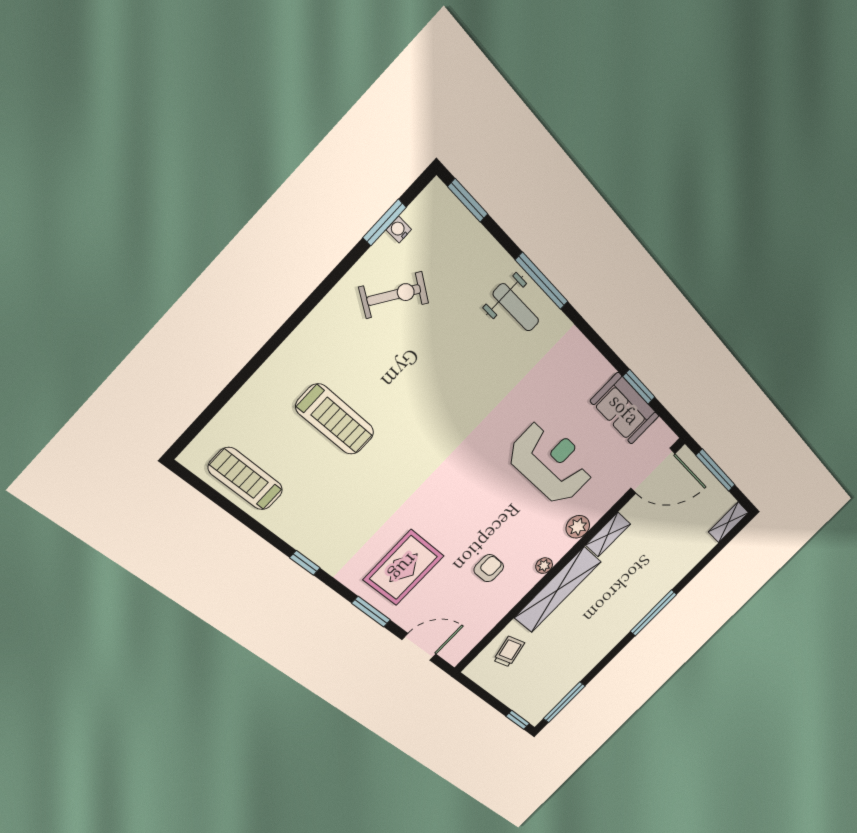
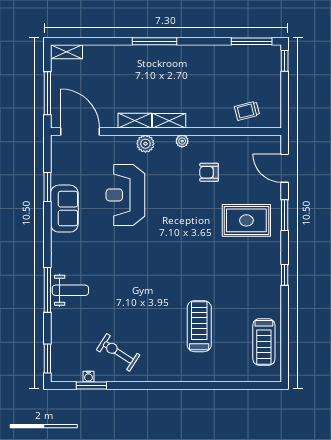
weight bench: (516, 307) -> (70, 290), turned 90
sofa: (625, 409) -> (64, 209), moved
shelving: (558, 590) -> (169, 121), width x0.45, depth x0.75

